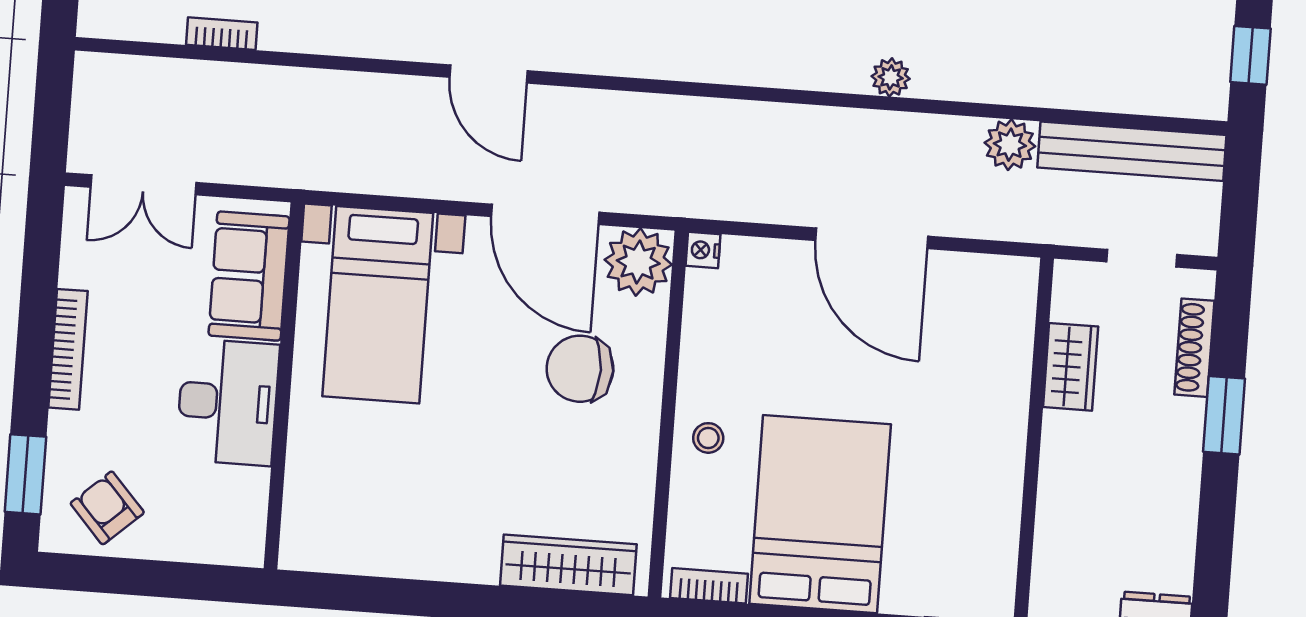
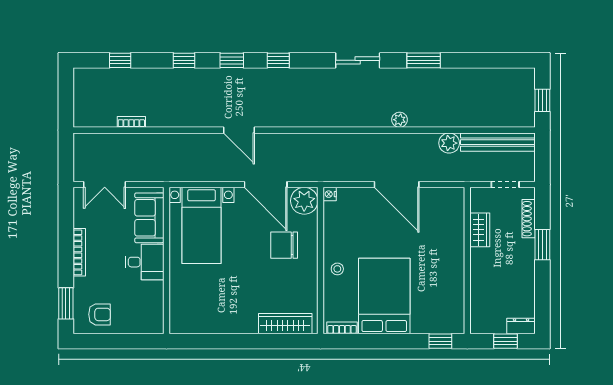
desk: (228, 402) -> (145, 262), width x0.73
armchair: (107, 508) -> (100, 314), turned 132

